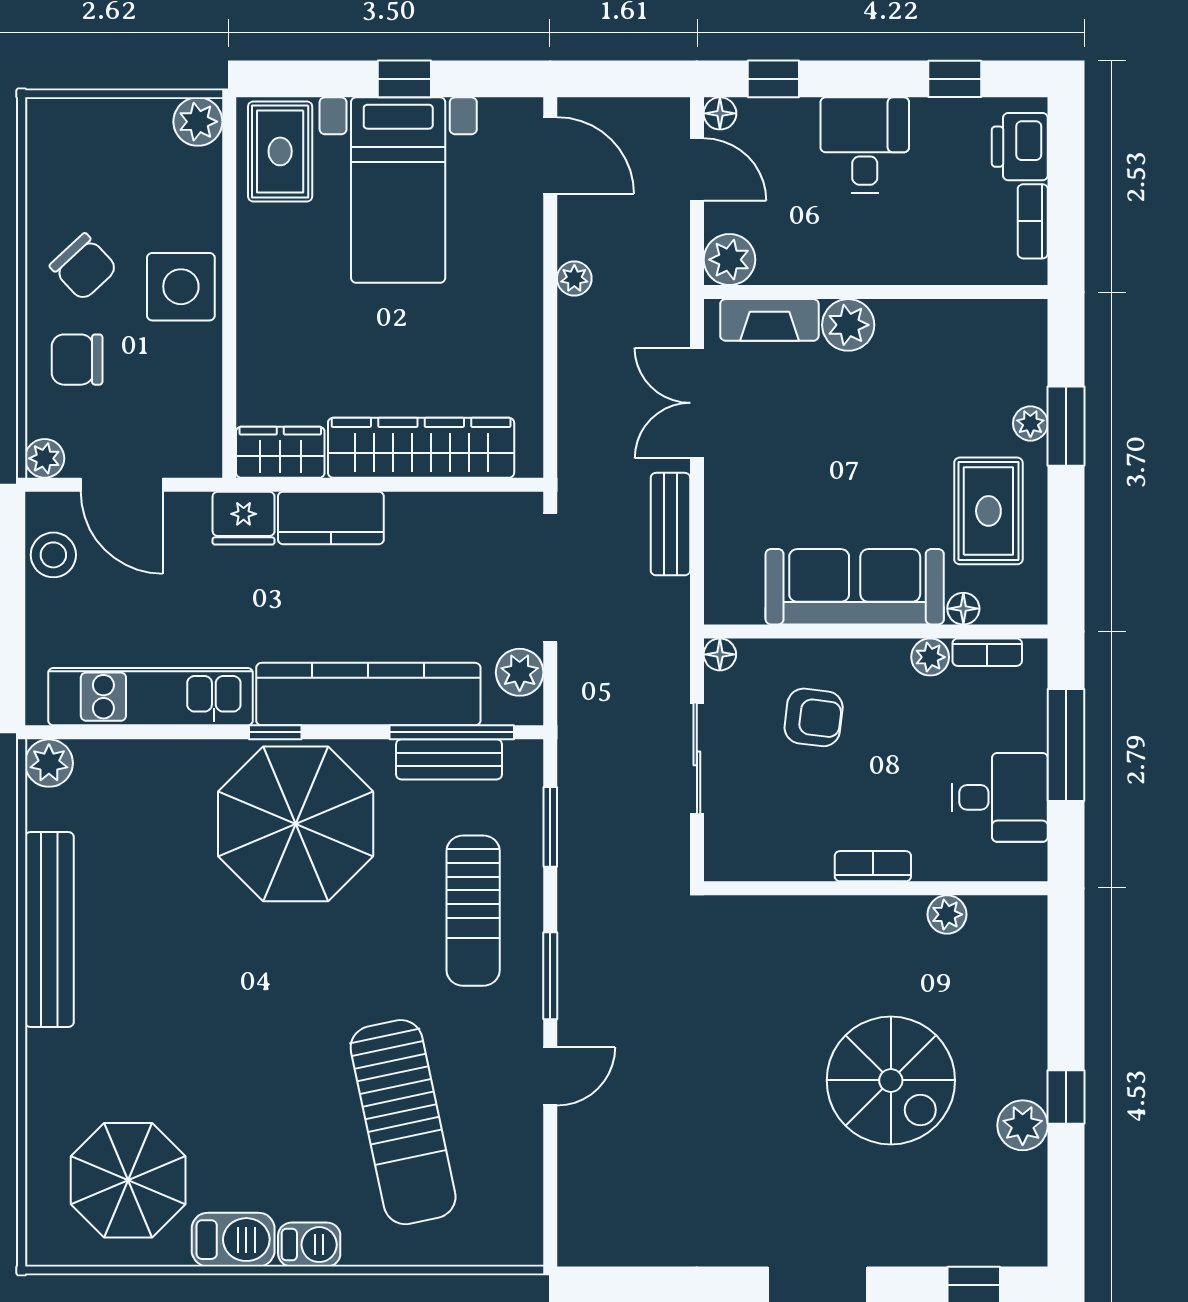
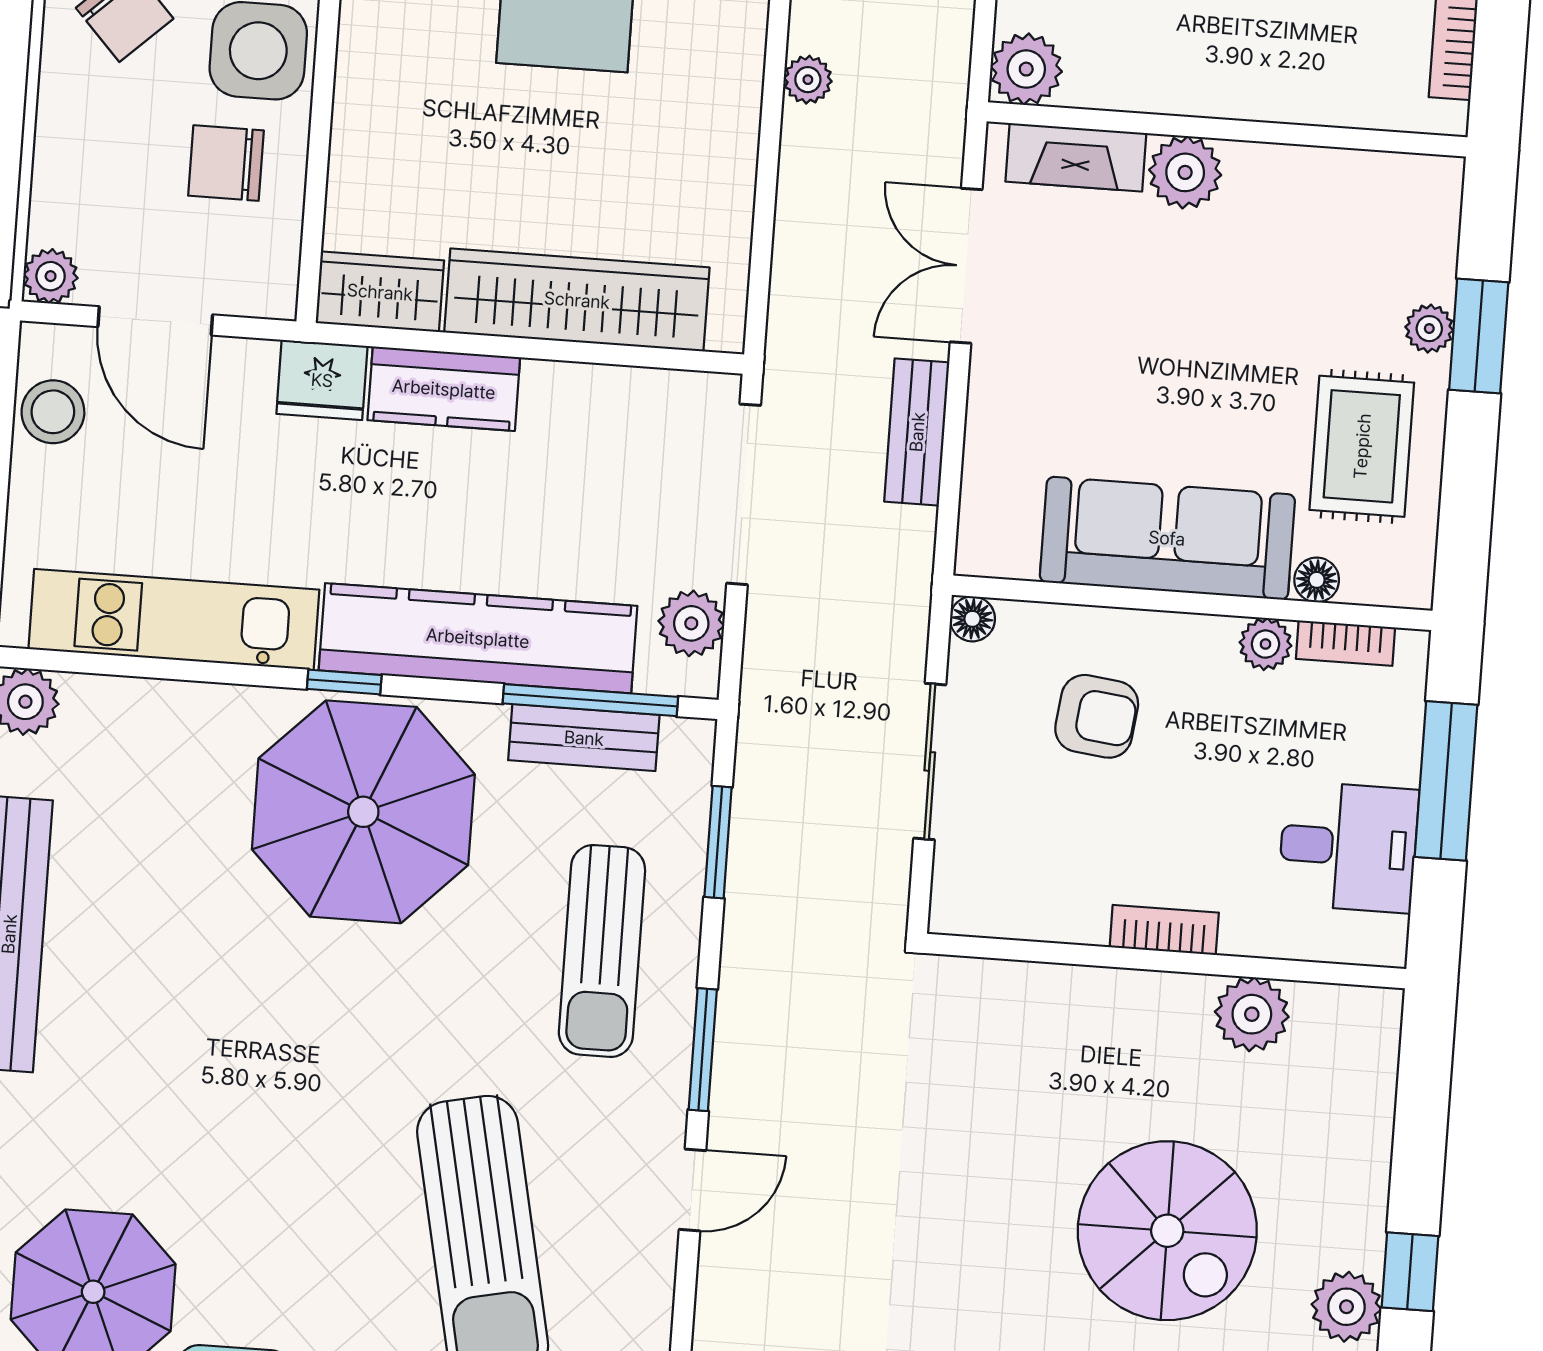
chair: (77, 360) -> (226, 163), moved
plant: (947, 914) -> (1252, 1014), width x1.38, depth x1.38

